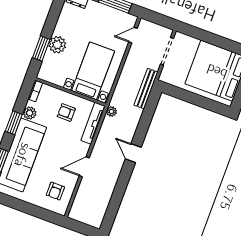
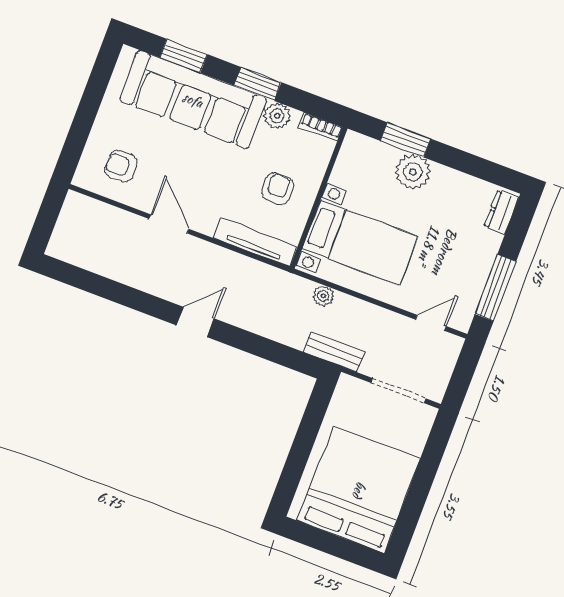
door: (133, 35) -> (431, 323), hinge flipped
bench: (146, 89) -> (334, 352), width x0.73
plant: (111, 112) -> (323, 296), moved

